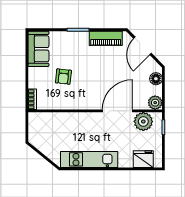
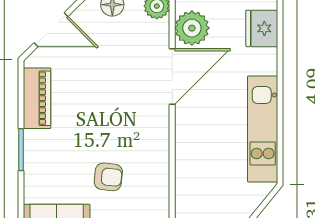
door: (117, 111) -> (172, 77), swing flipped

